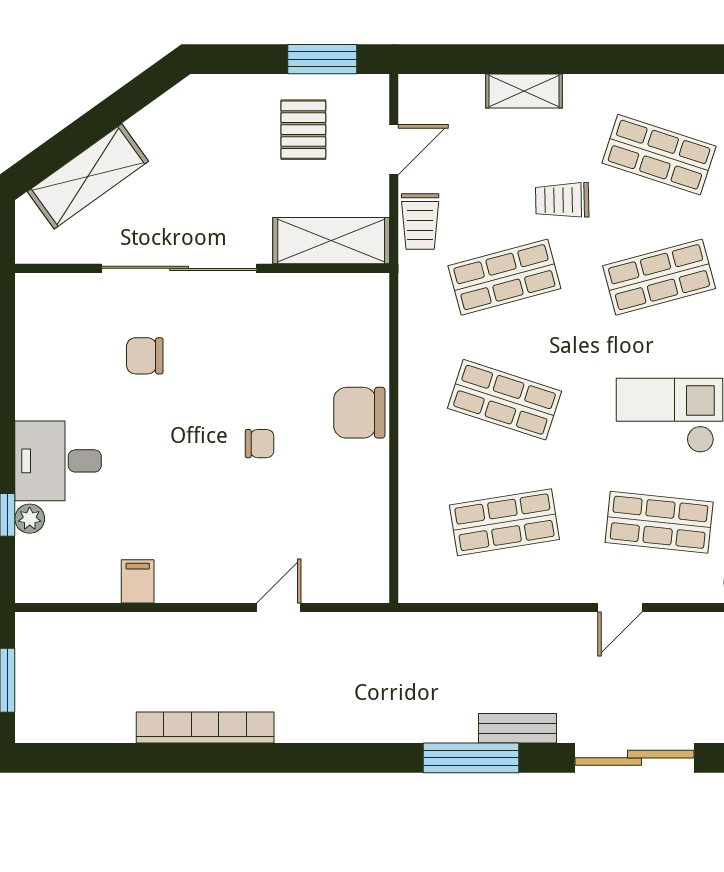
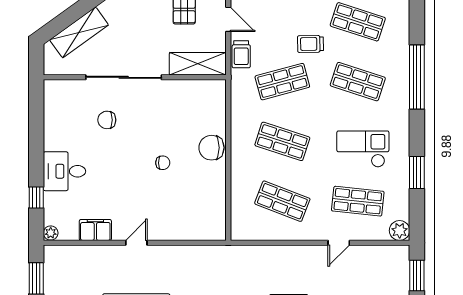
door: (394, 150) -> (228, 19), hinge flipped
shop shelf: (659, 277) -> (358, 82), turned 33
plant: (30, 519) -> (51, 233), moved
shop shelf: (504, 522) -> (282, 201), turned 30
filing cabinet: (138, 581) -> (95, 230), width x2.00
door: (279, 607) -> (136, 243), moved

